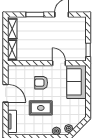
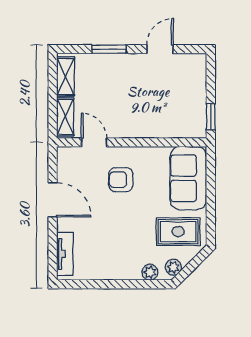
door: (59, 63) -> (94, 142), moved
rug: (41, 108) -> (178, 232), moved

